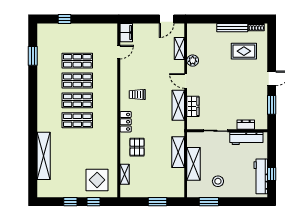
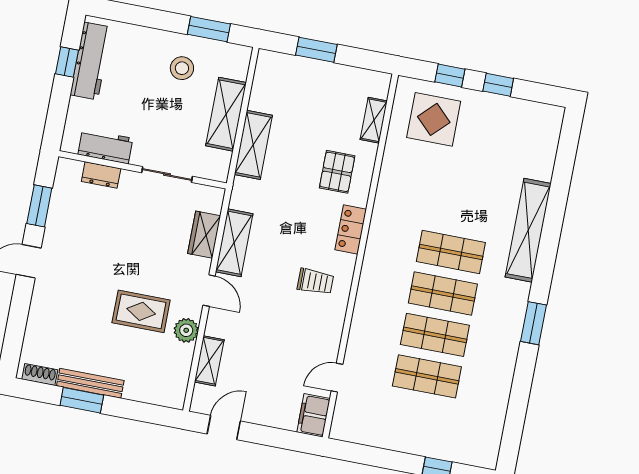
window: (235, 19) -> (82, 400), added
rug: (244, 51) -> (141, 311), moved
window: (33, 56) -> (534, 323), moved
workbench: (246, 138) -> (105, 146), width x0.73
shelving: (44, 156) -> (528, 230), moved

